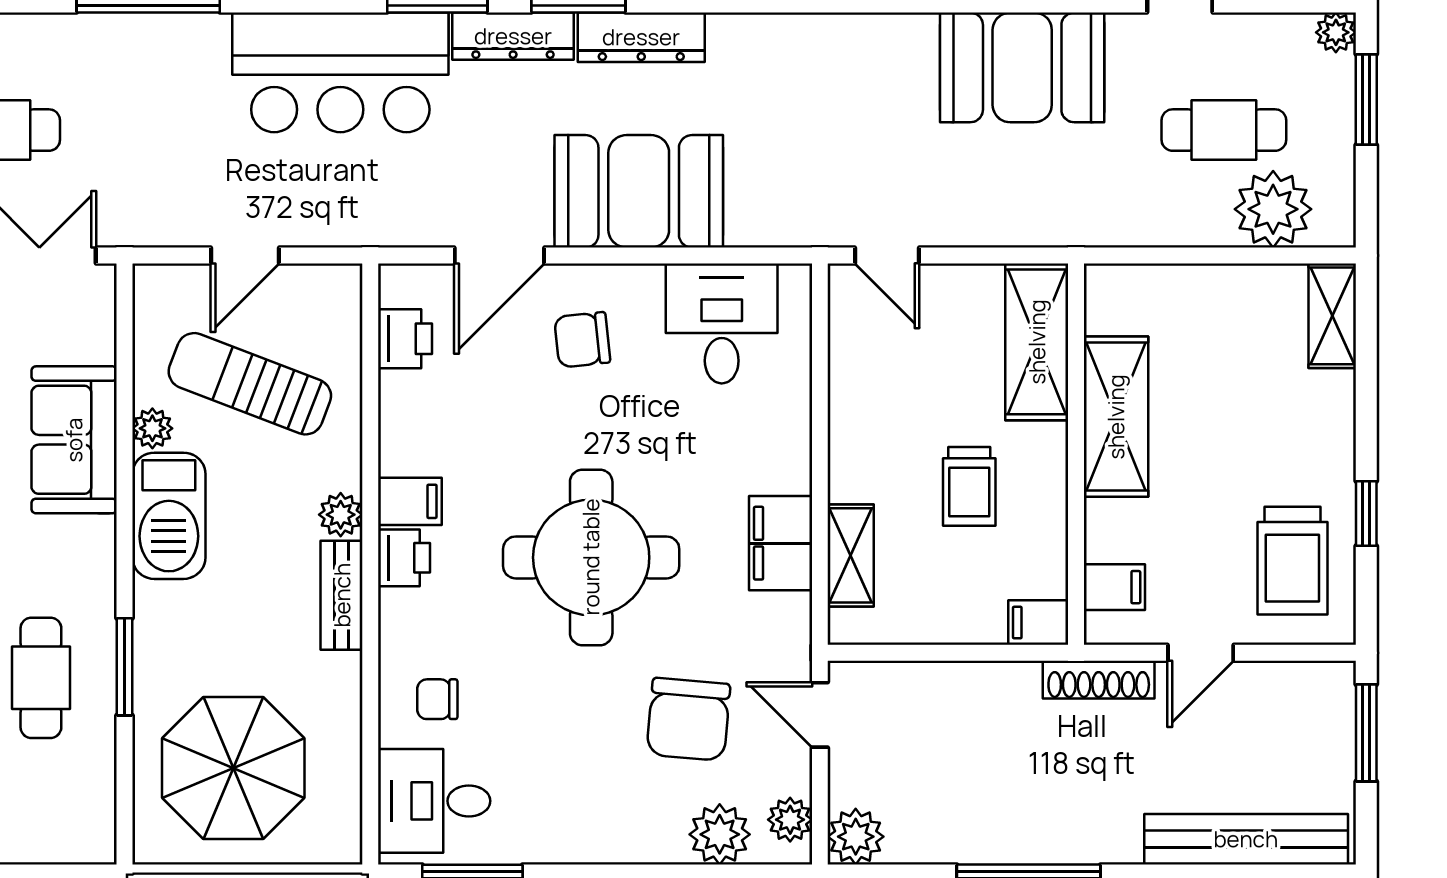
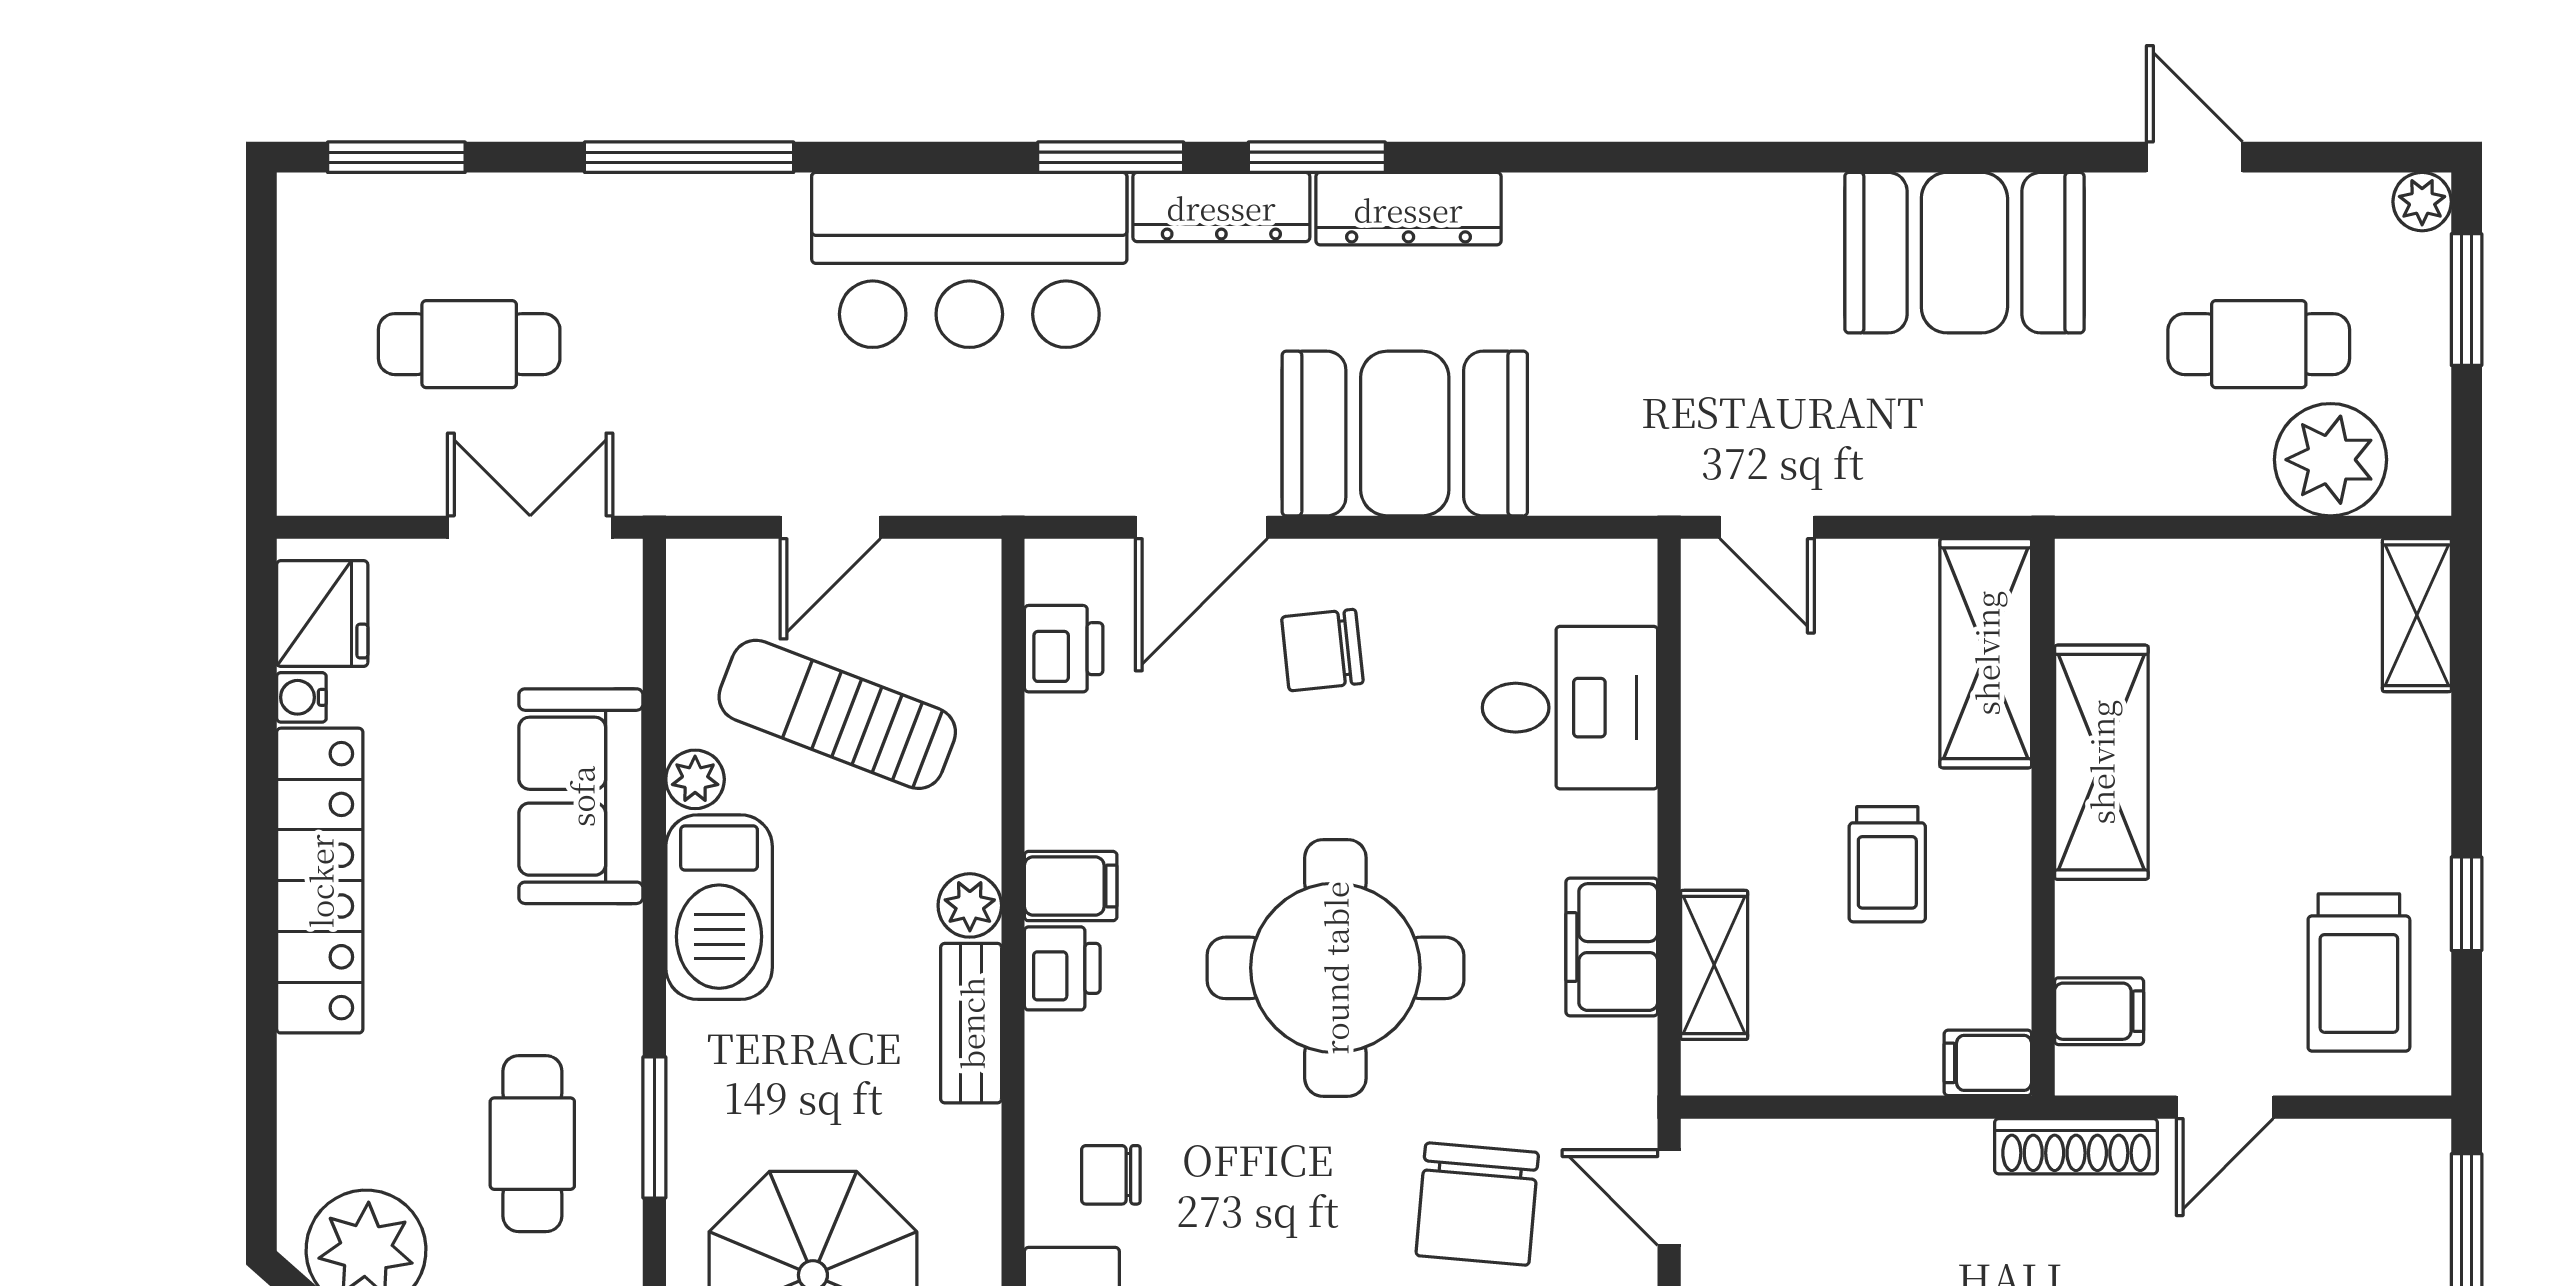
desk: (722, 323) -> (1570, 708), moved, turned 90

